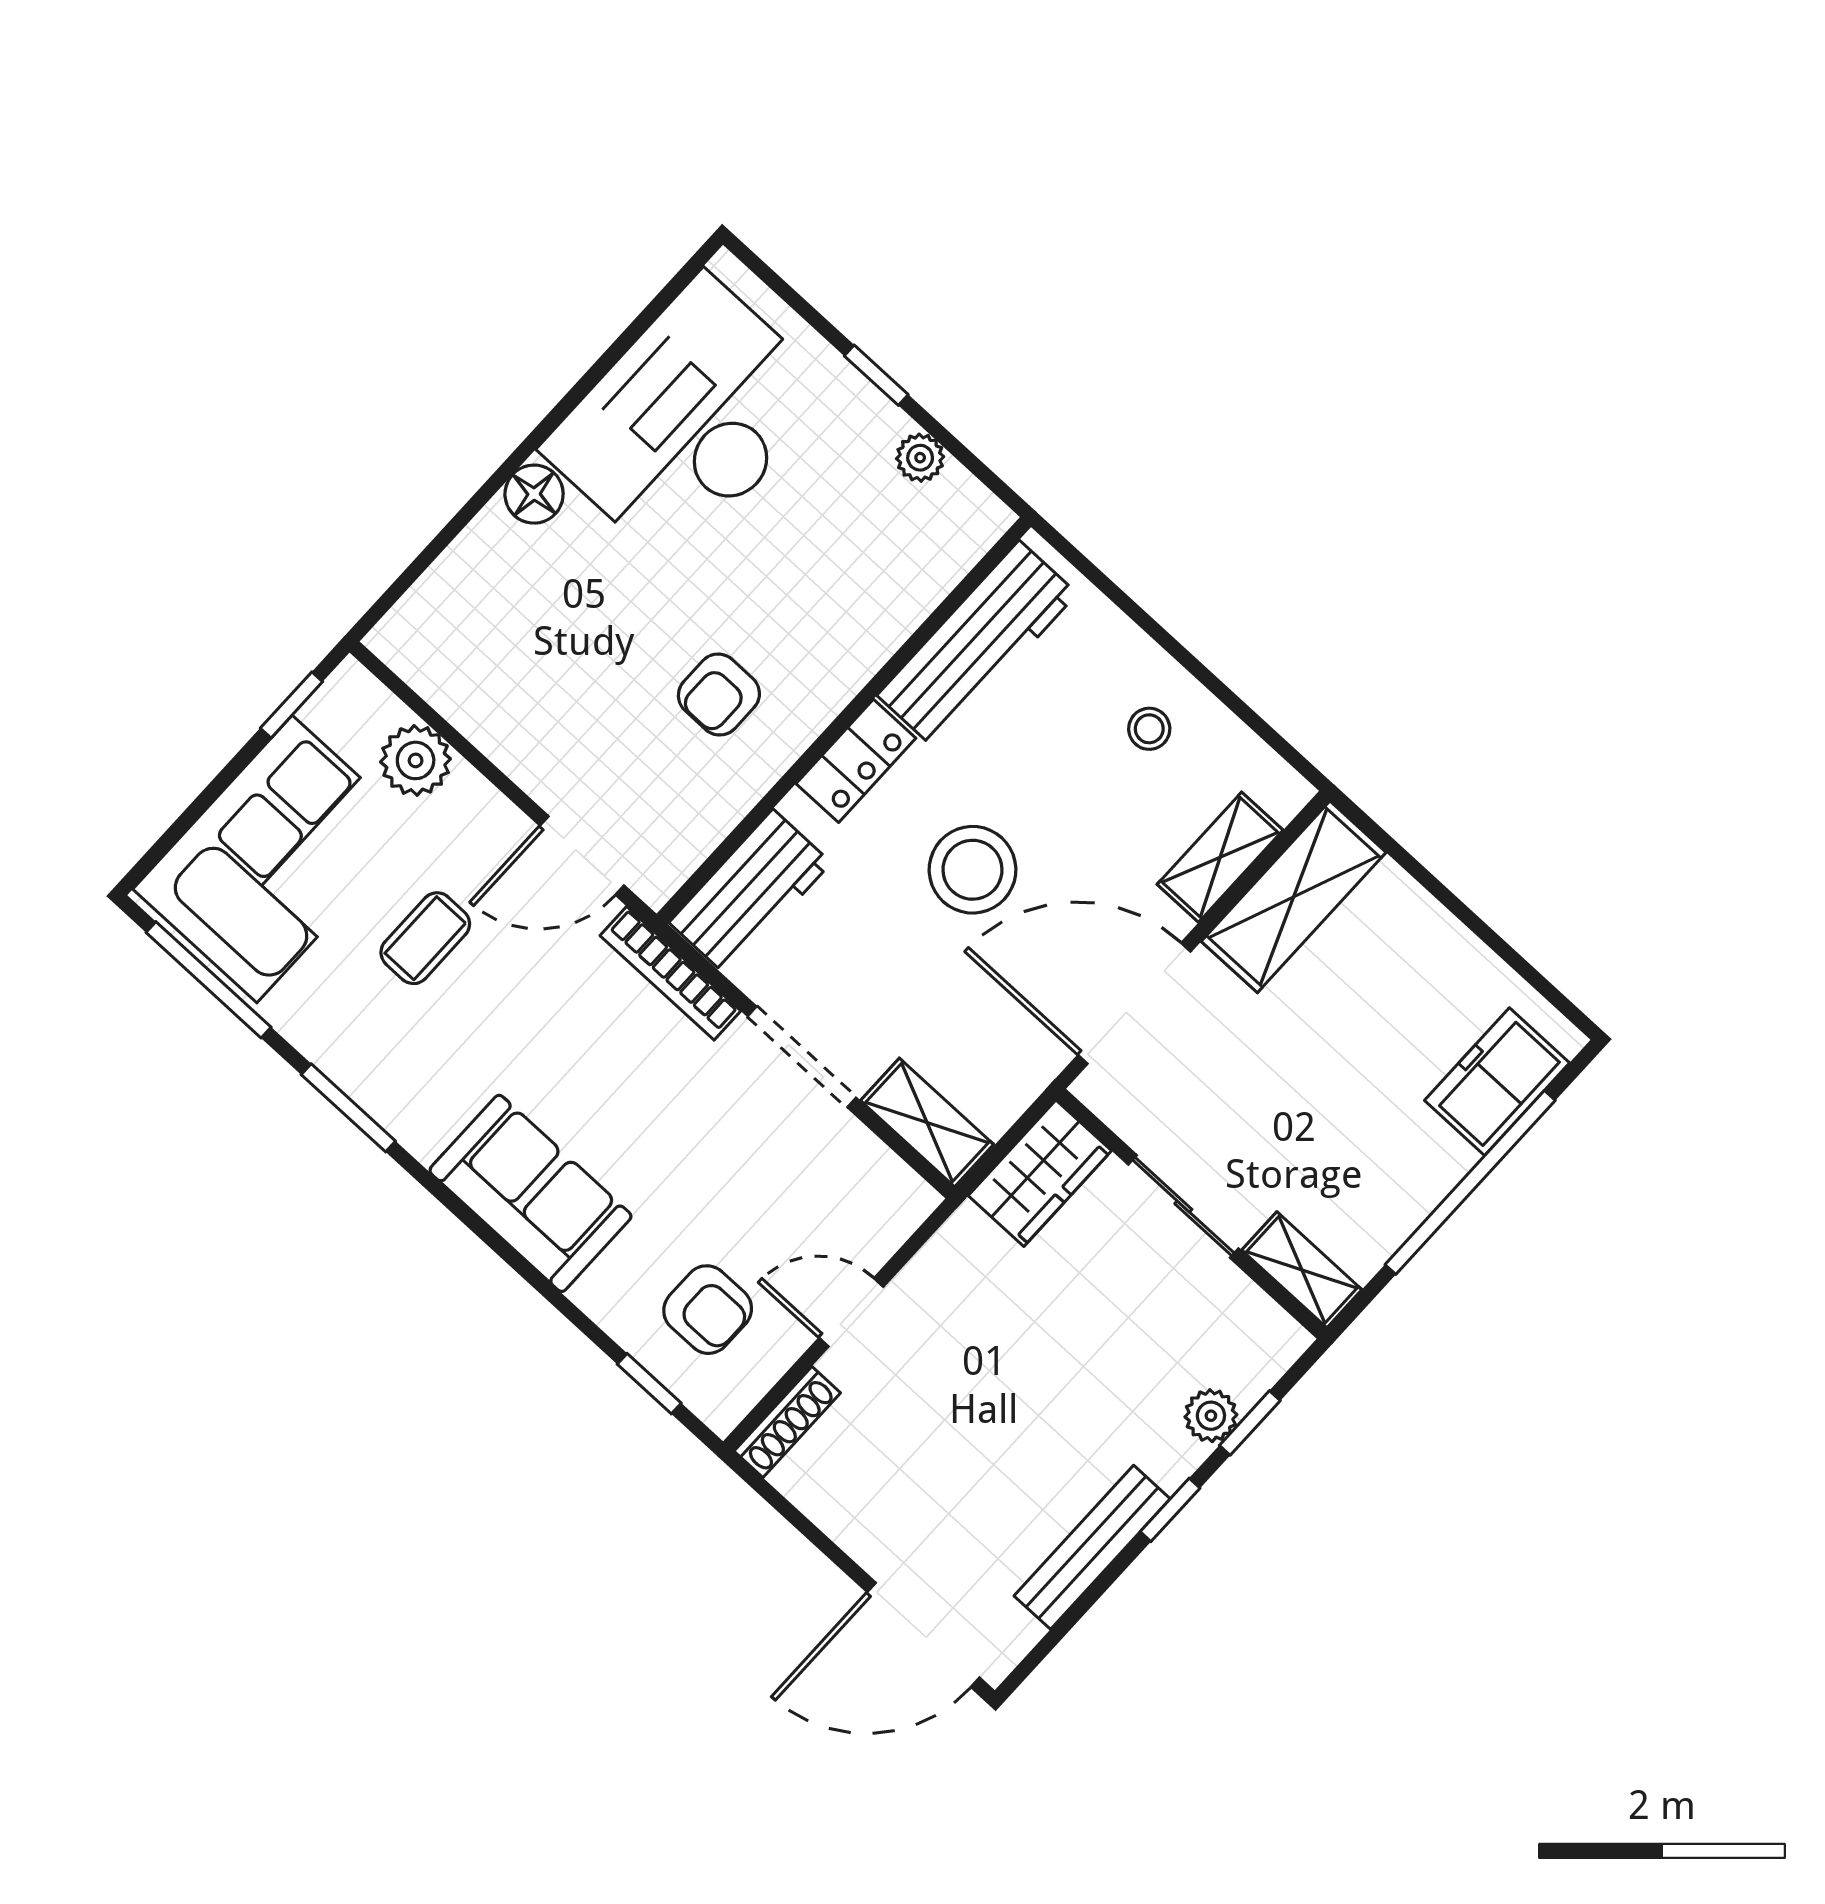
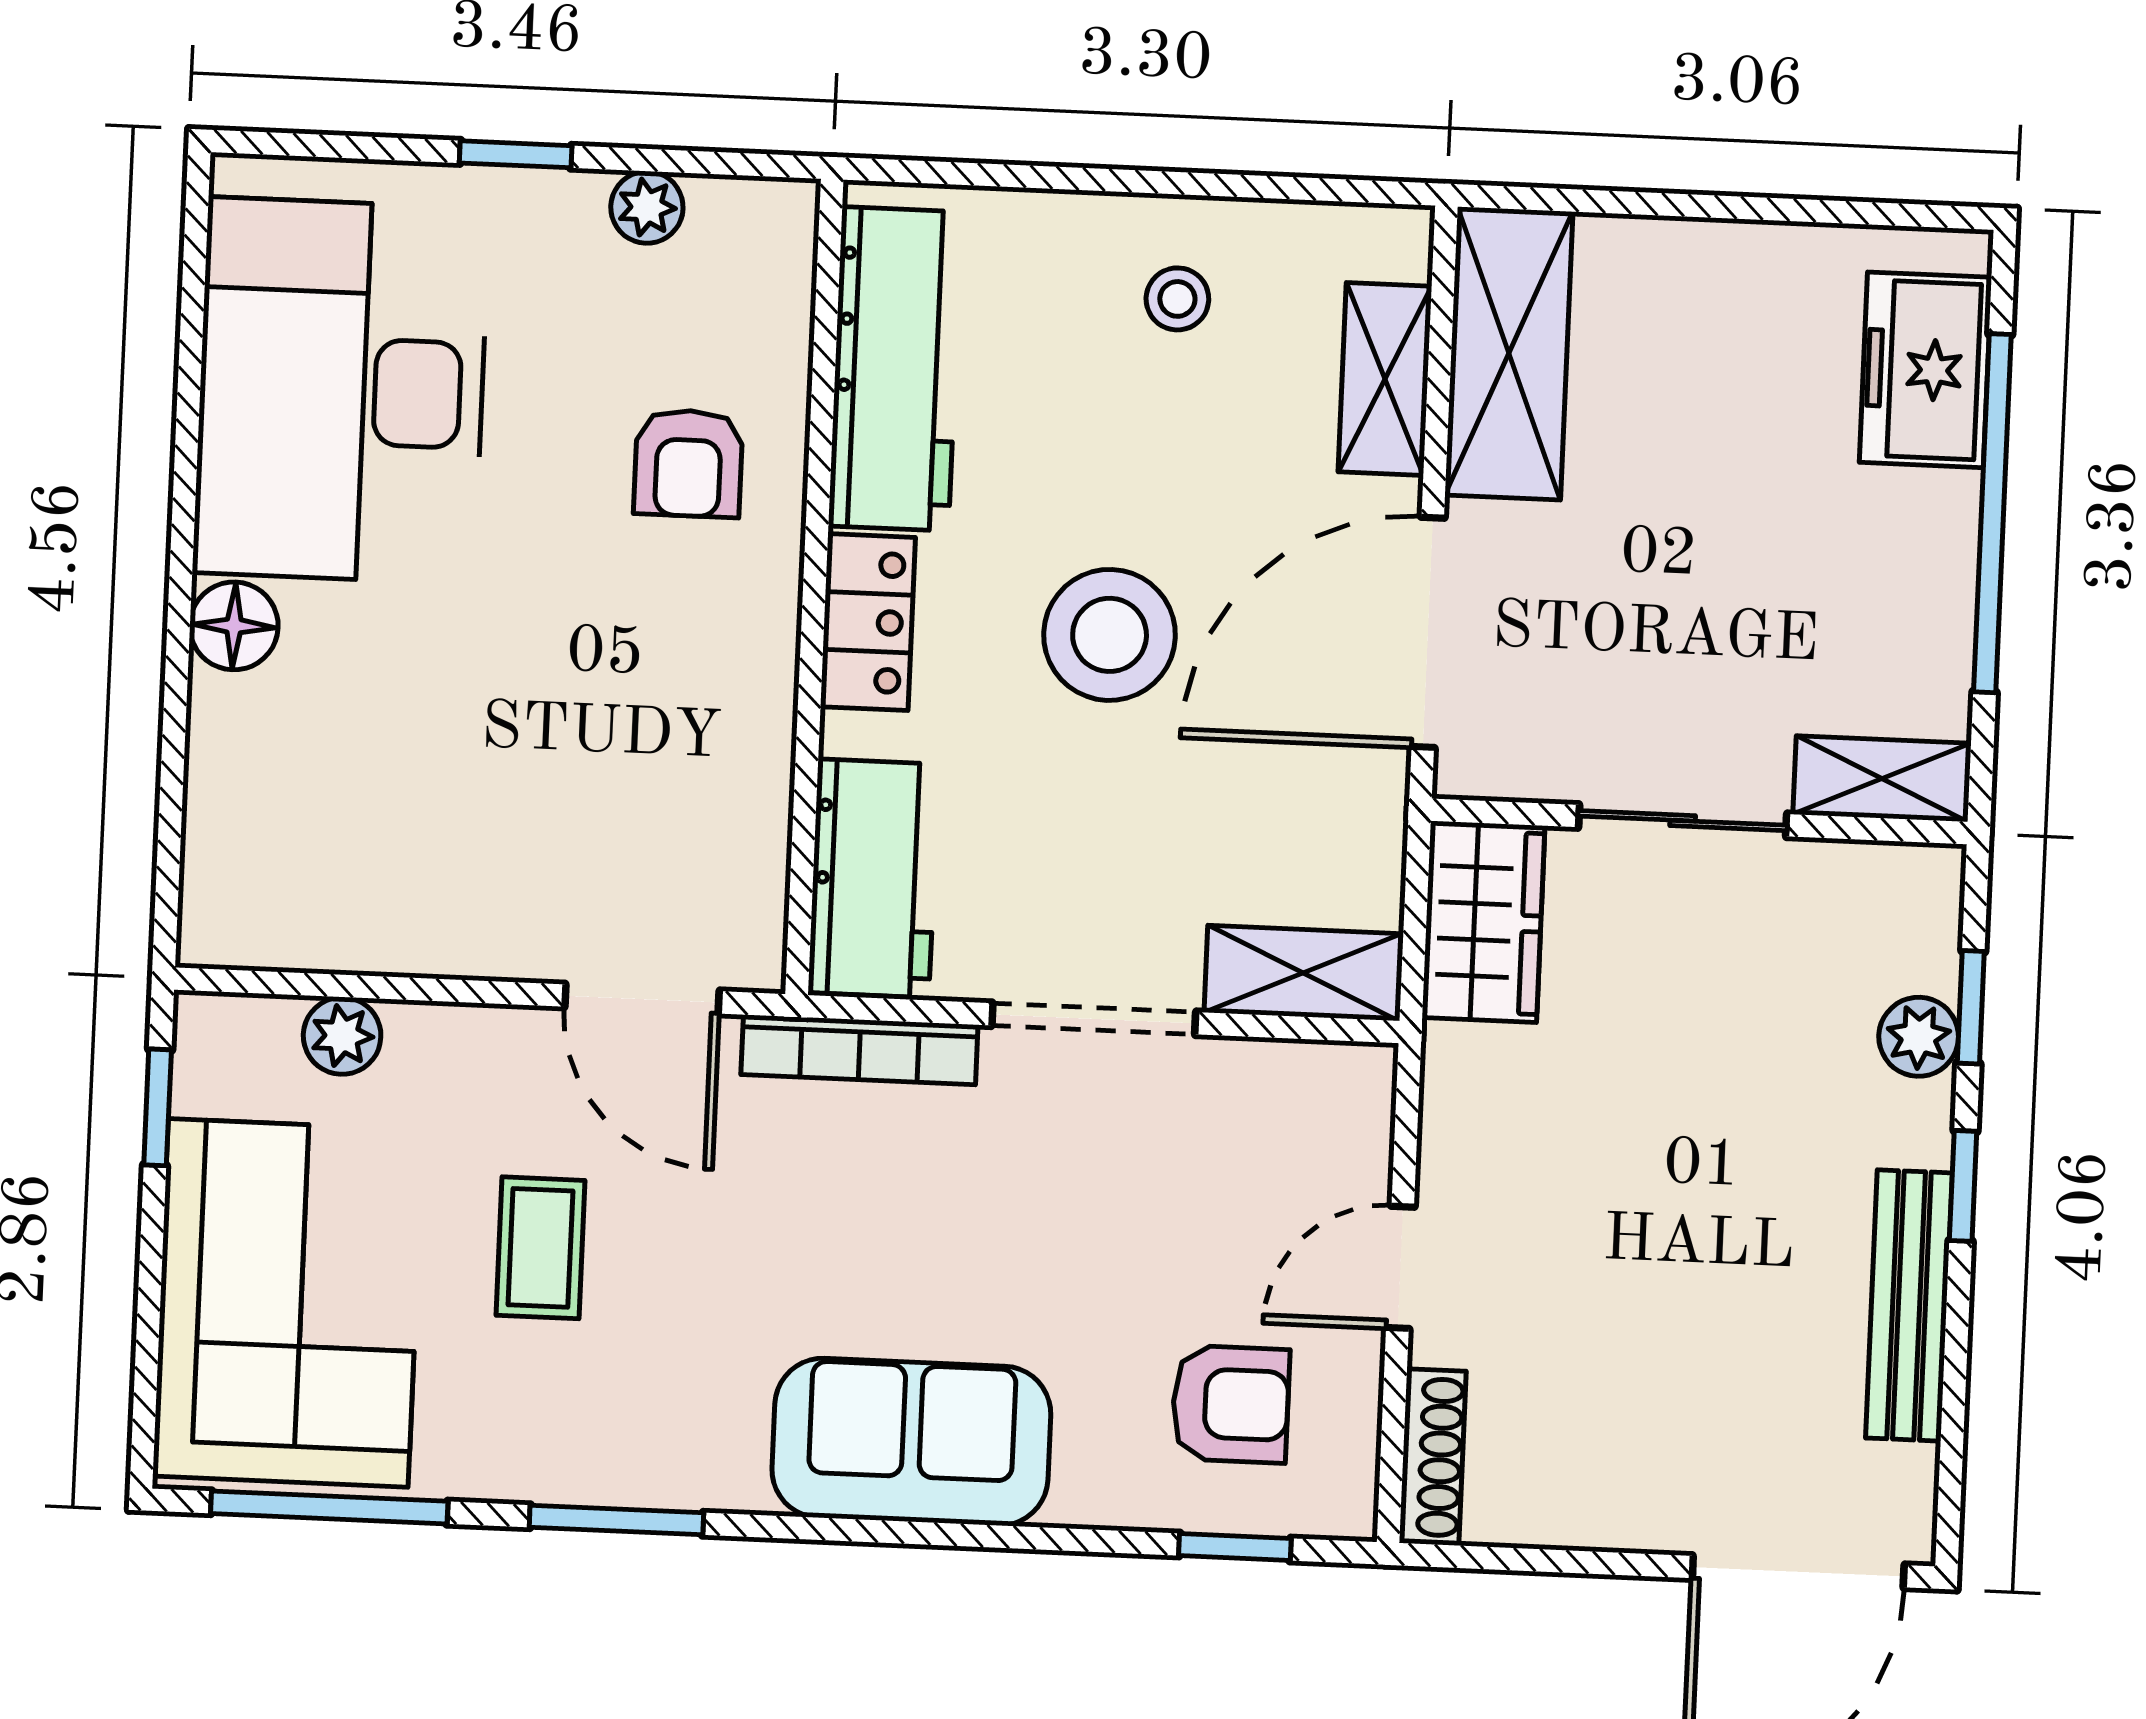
armchair: (719, 695) -> (688, 463), moved
plant: (416, 760) -> (342, 1036), width x0.73, depth x0.73
door: (582, 855) -> (642, 999), hinge flipped

